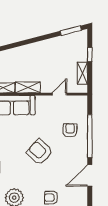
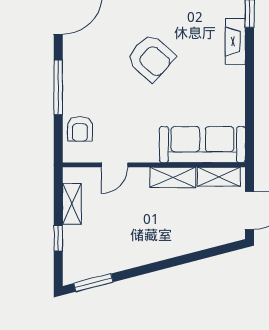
armchair: (70, 130) -> (80, 129), moved
window: (90, 136) -> (58, 87), width x0.68

